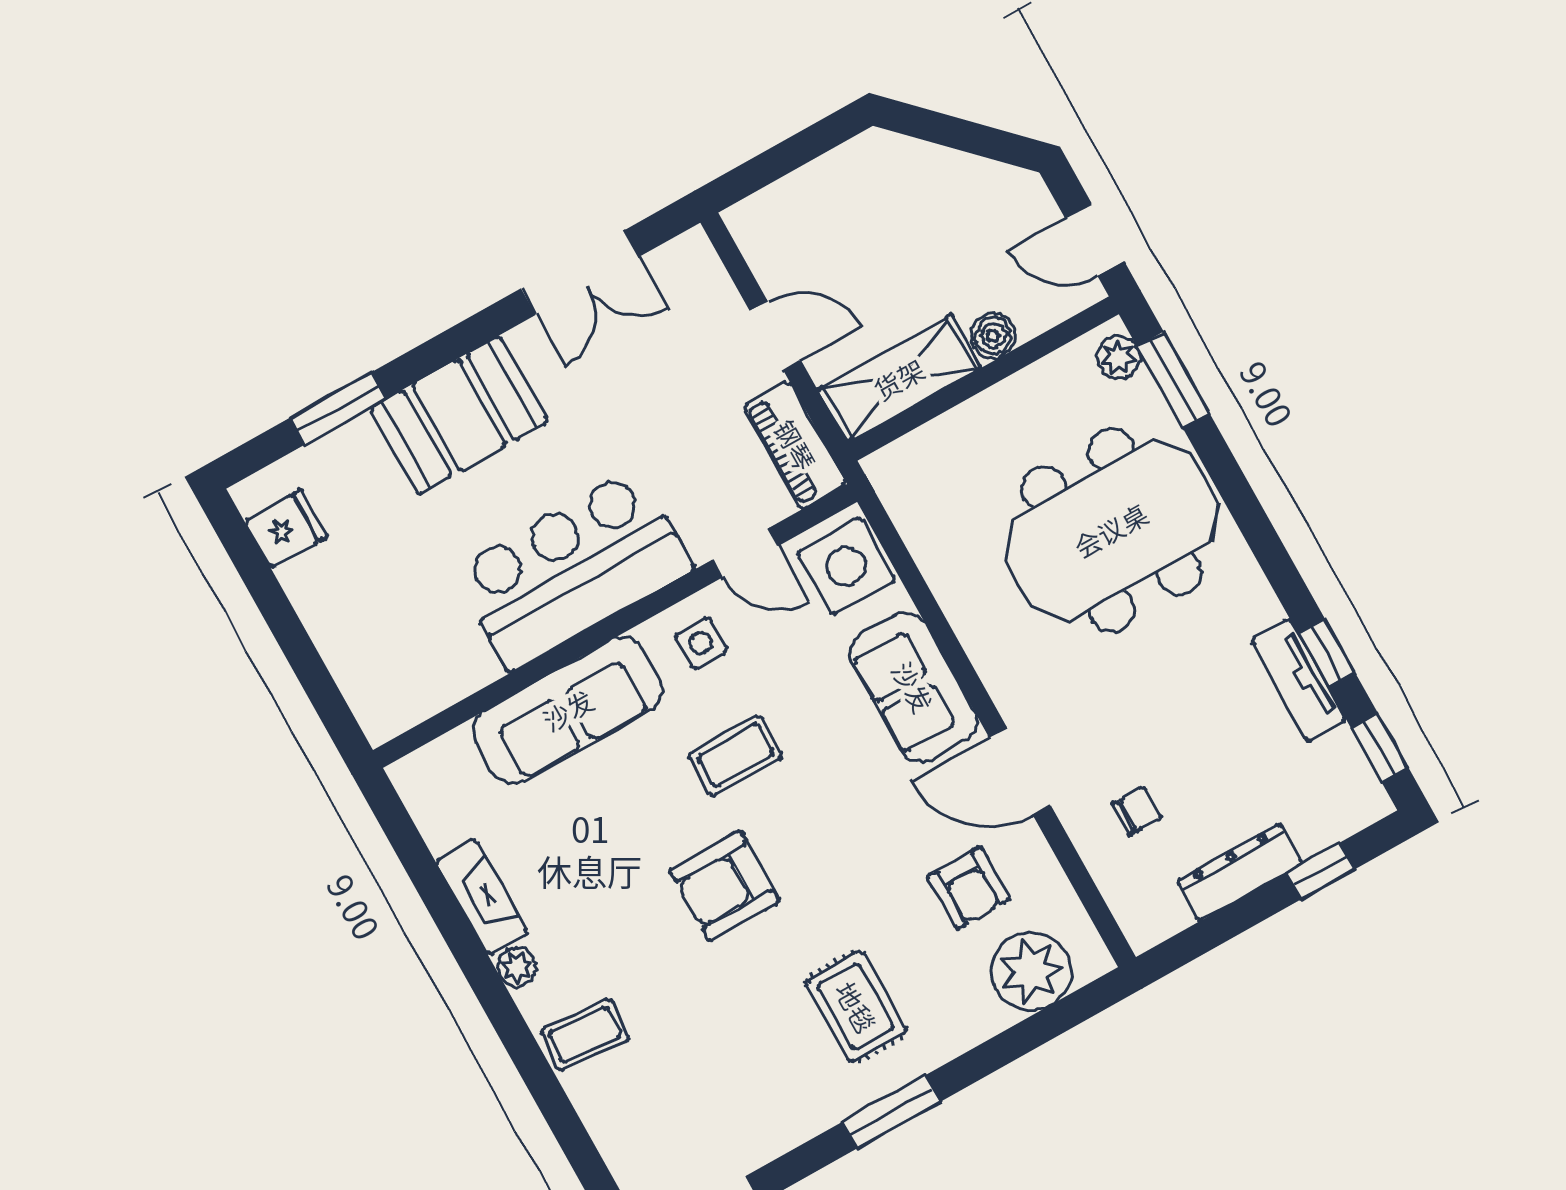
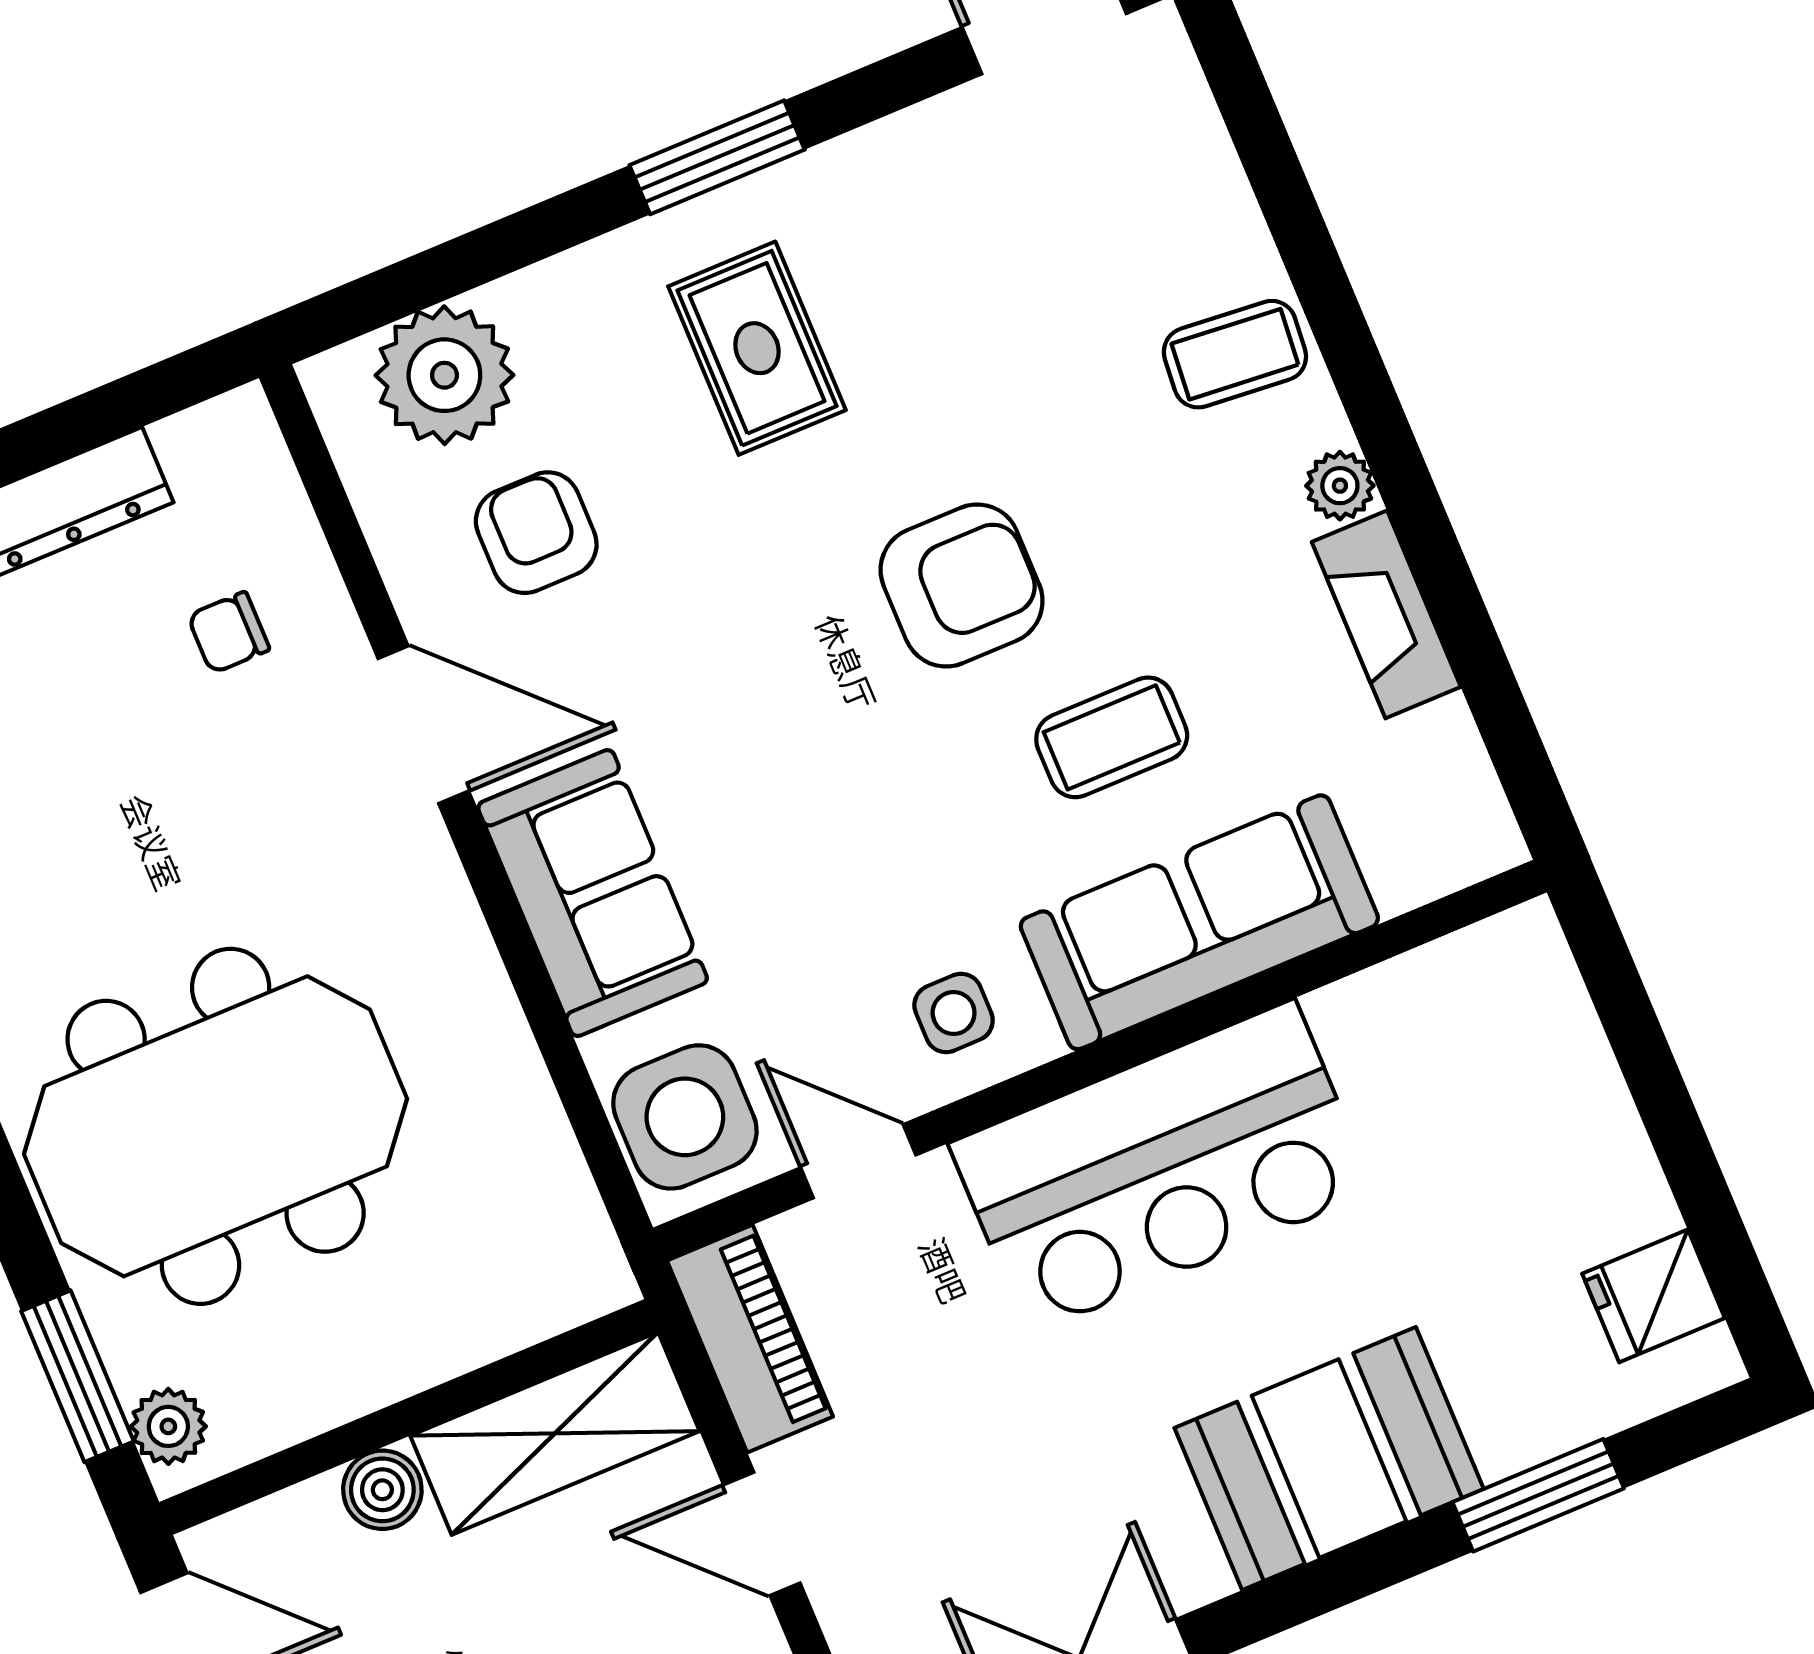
coffee table: (736, 756) -> (1112, 737), moved

